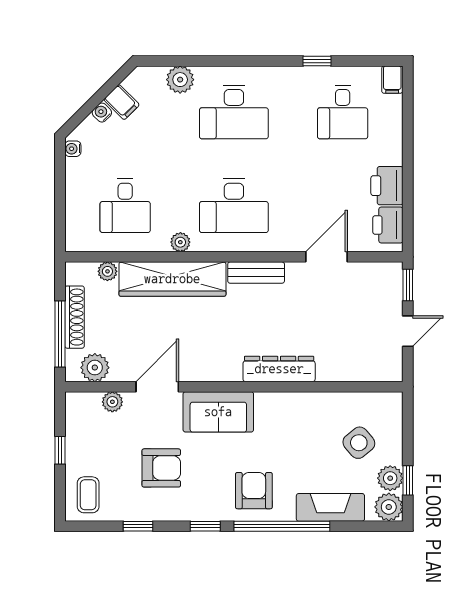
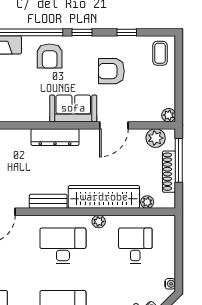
dresser: (279, 369) -> (55, 137), moved
plant: (112, 402) -> (169, 115), moved
window: (60, 450) -> (179, 83), removed

